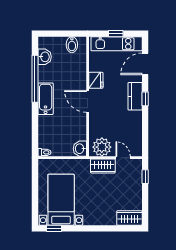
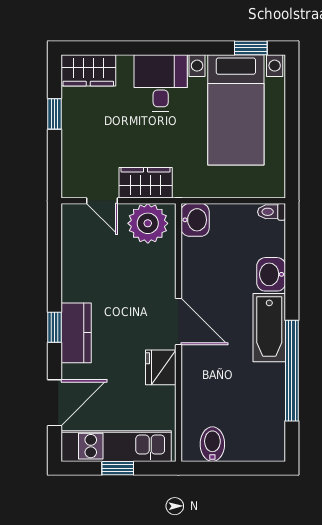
washbasin: (45, 57) -> (271, 274), moved
window: (145, 177) -> (55, 114), moved
desk: (96, 212) -> (161, 83), added

